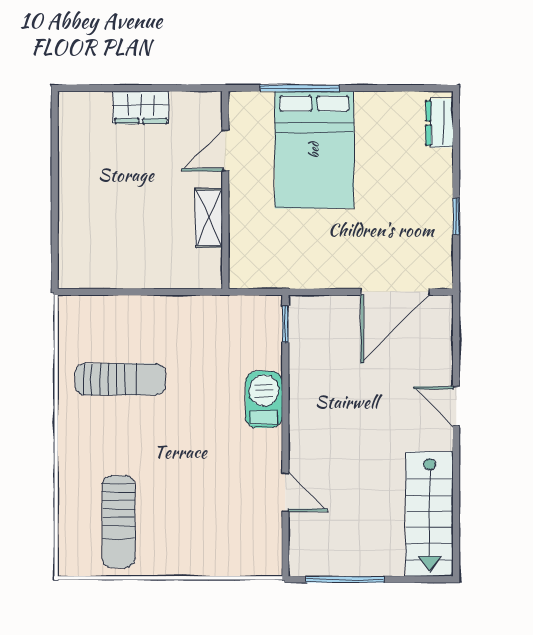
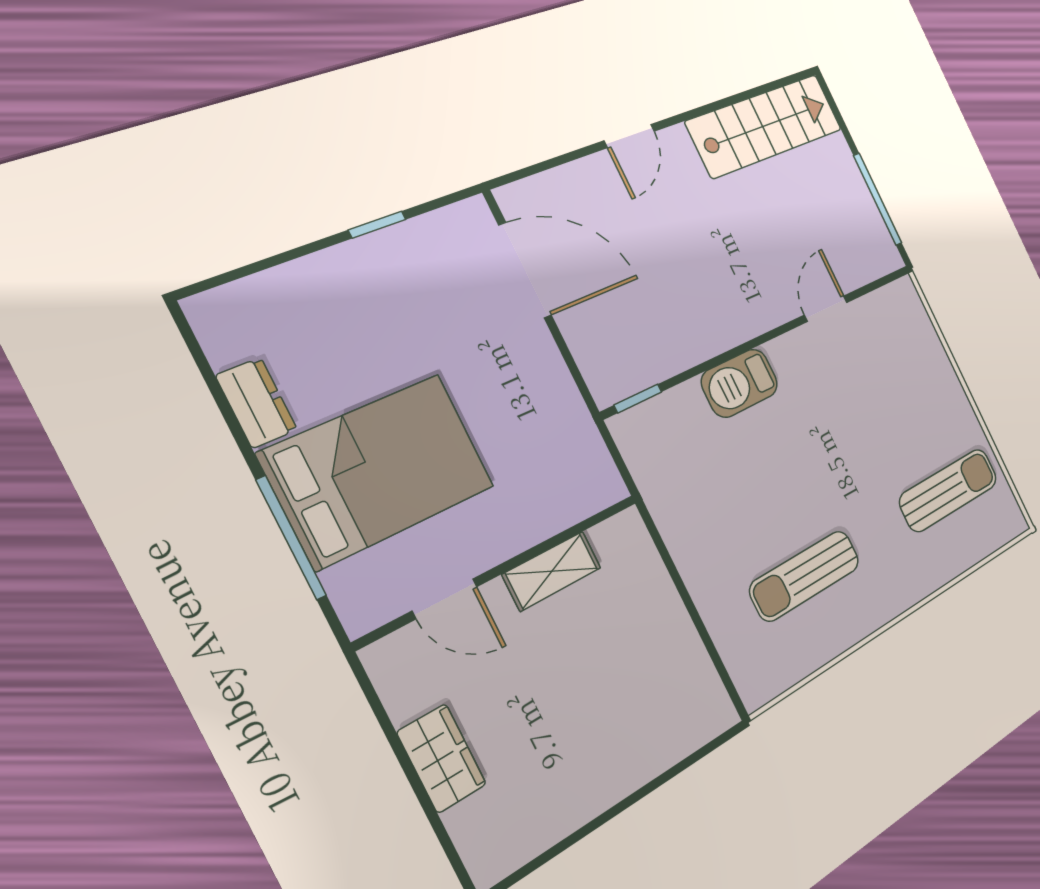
dresser: (439, 123) -> (256, 403), moved, turned -90
sun lounger: (120, 379) -> (805, 576), turned -90

